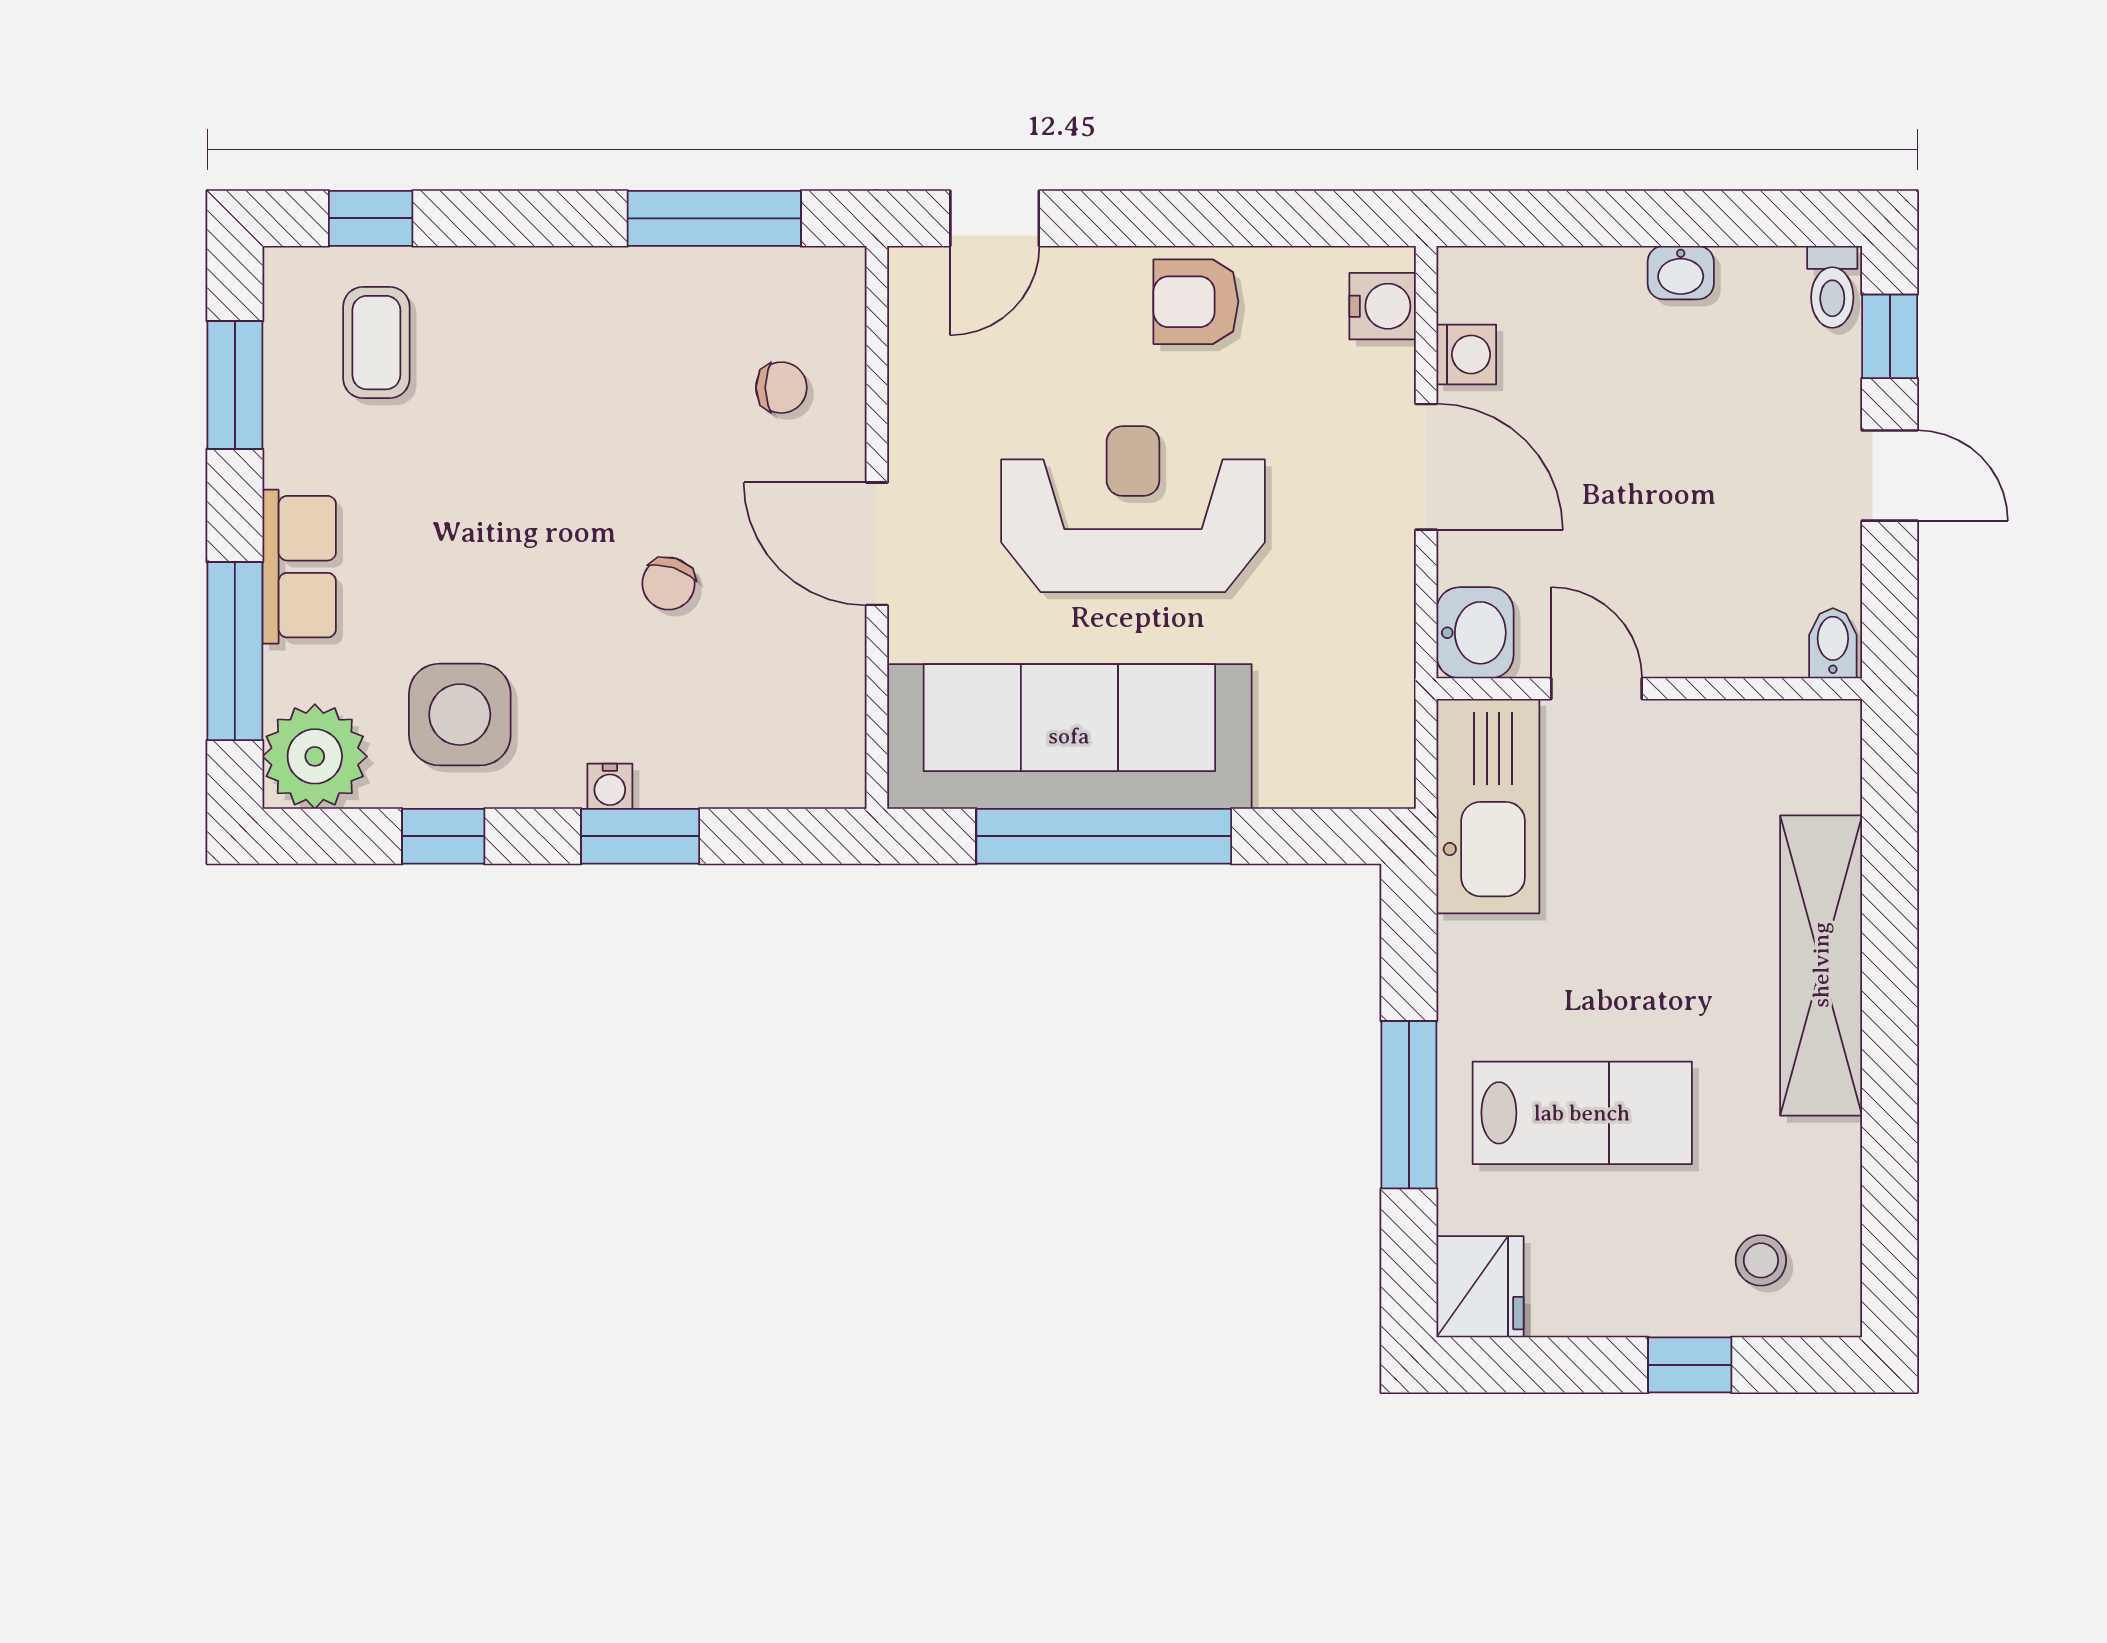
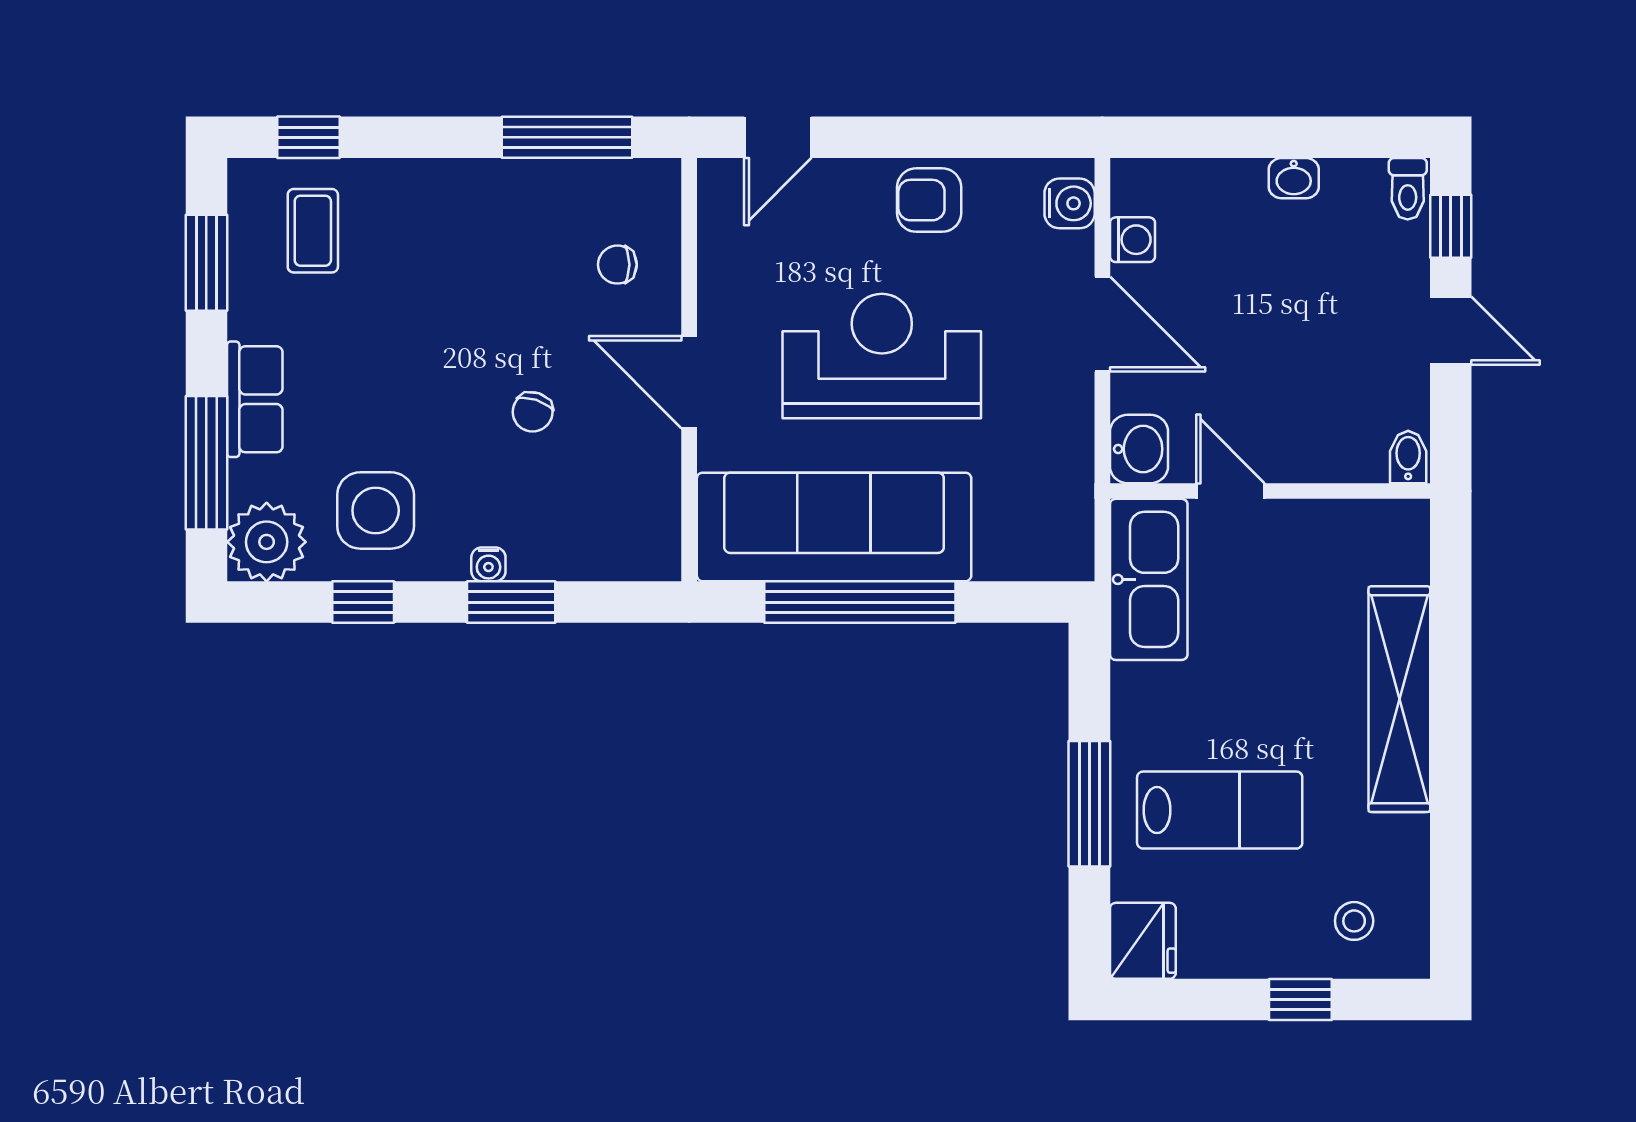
chair: (781, 388) -> (617, 265), turned 180

